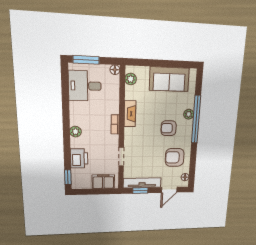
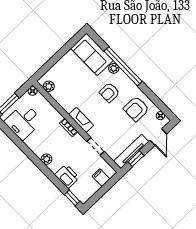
sofa: (169, 79) -> (92, 54), moved, turned 90
fireplace: (130, 114) -> (81, 120), moved
filing cabinet: (103, 182) -> (101, 178), width x0.50

